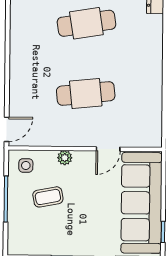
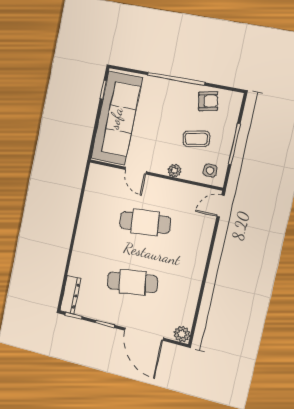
door: (108, 149) -> (136, 171), swing flipped
armchair: (43, 240) -> (208, 101), added

